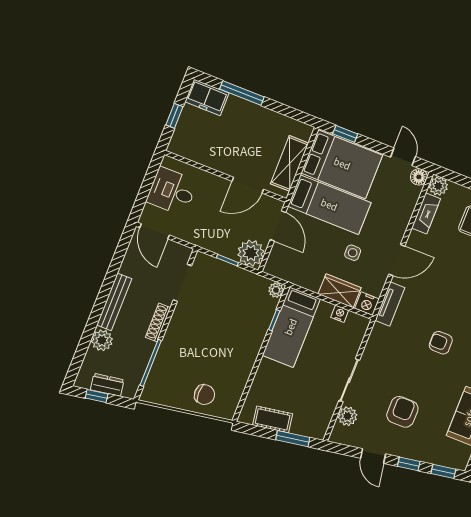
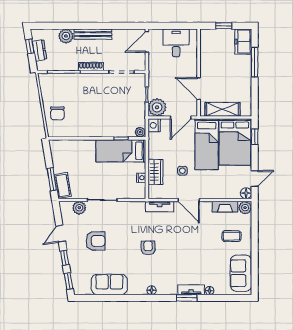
nightstand: (367, 304) -> (154, 125), moved
cot: (273, 419) -> (63, 185), moved

